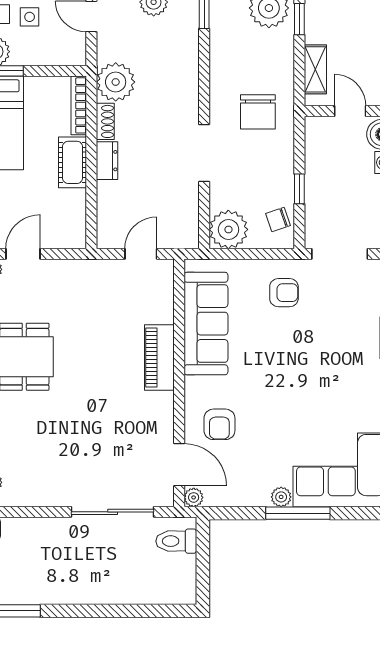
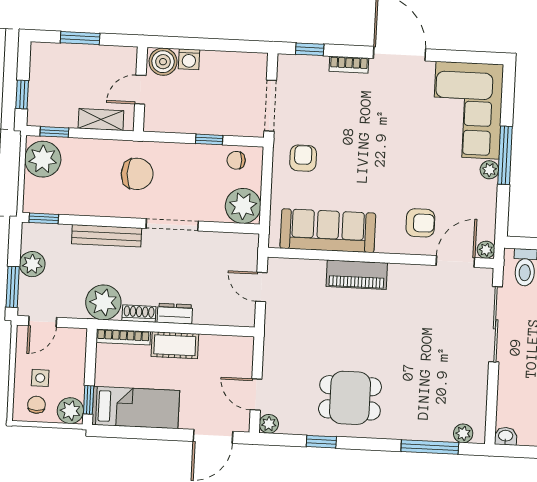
bench: (188, 82) -> (107, 236), added
chair: (278, 219) -> (236, 160), turned 108

